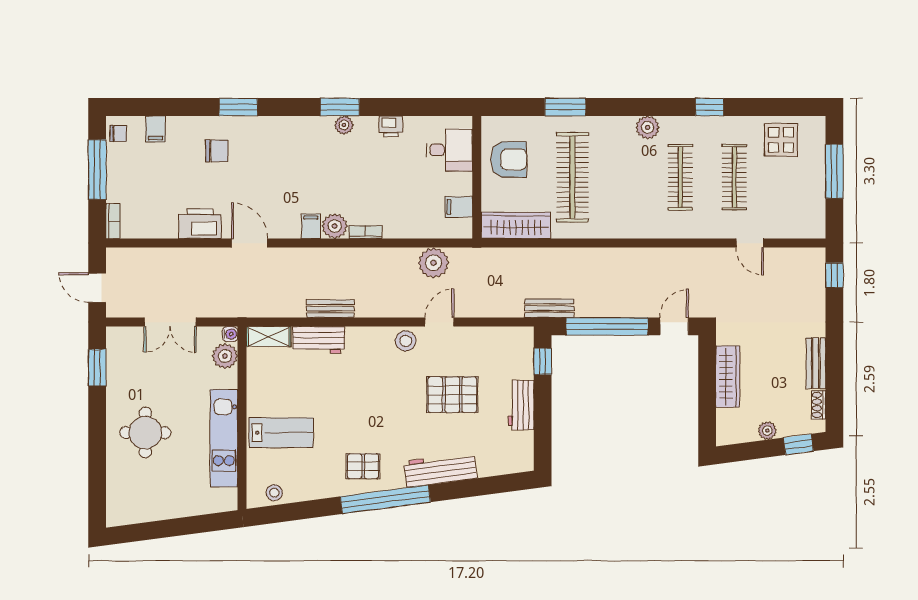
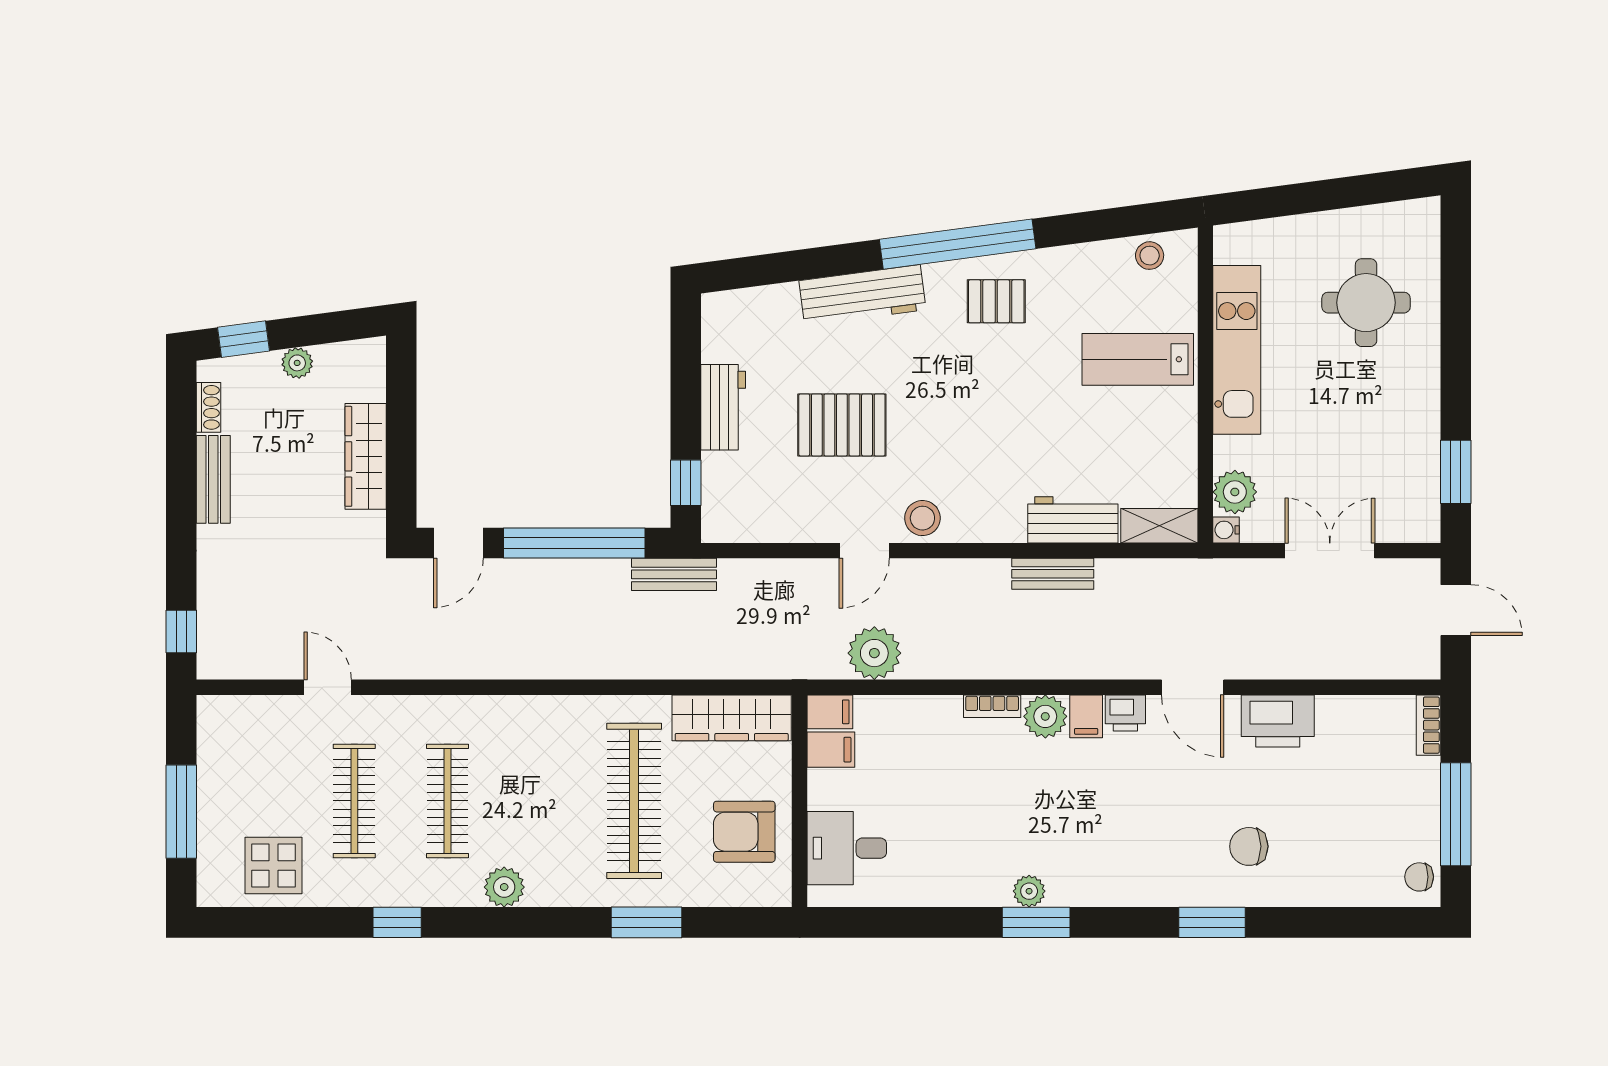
printer: (391, 126) -> (1125, 713), moved, turned 180
filing cabinet: (156, 129) -> (830, 712), moved, turned 90
round table: (145, 433) -> (1366, 303), moved

